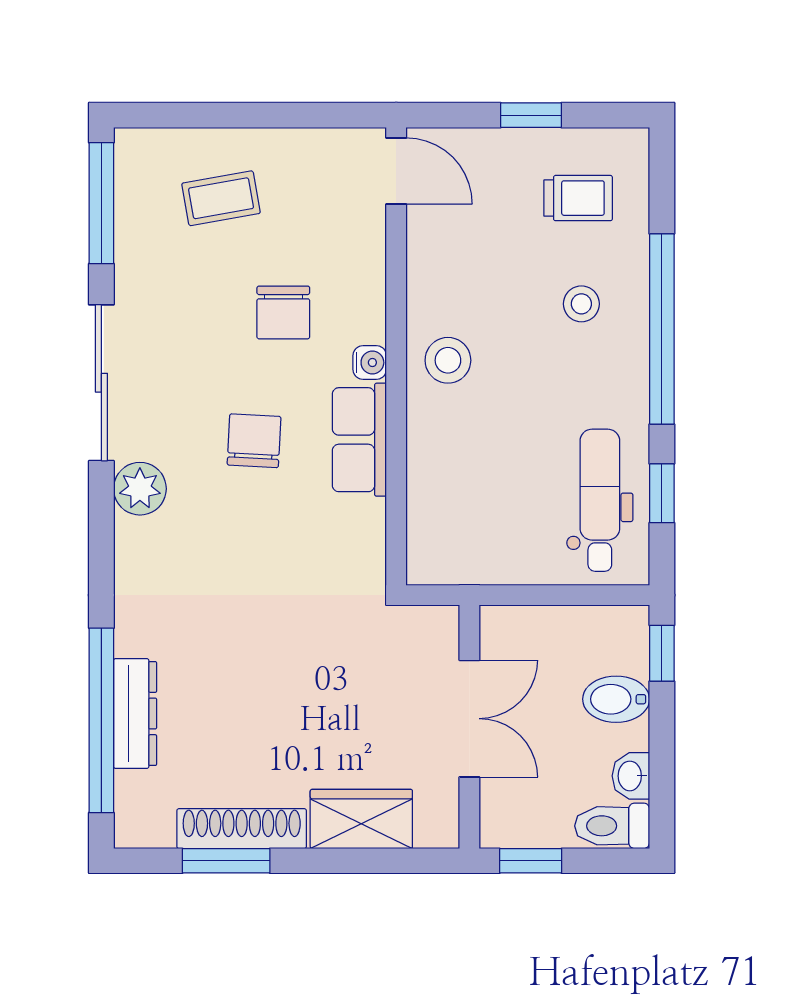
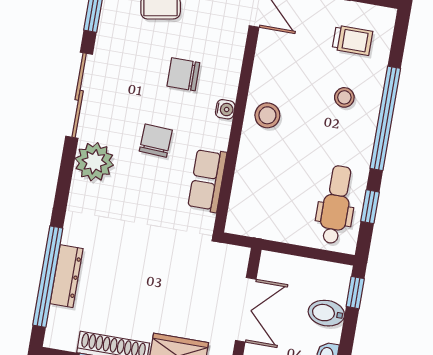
chair: (283, 312) -> (183, 74), turned 90
row of seats: (359, 440) -> (207, 180), moved
plant: (140, 489) -> (94, 162), width x1.36, depth x1.36

